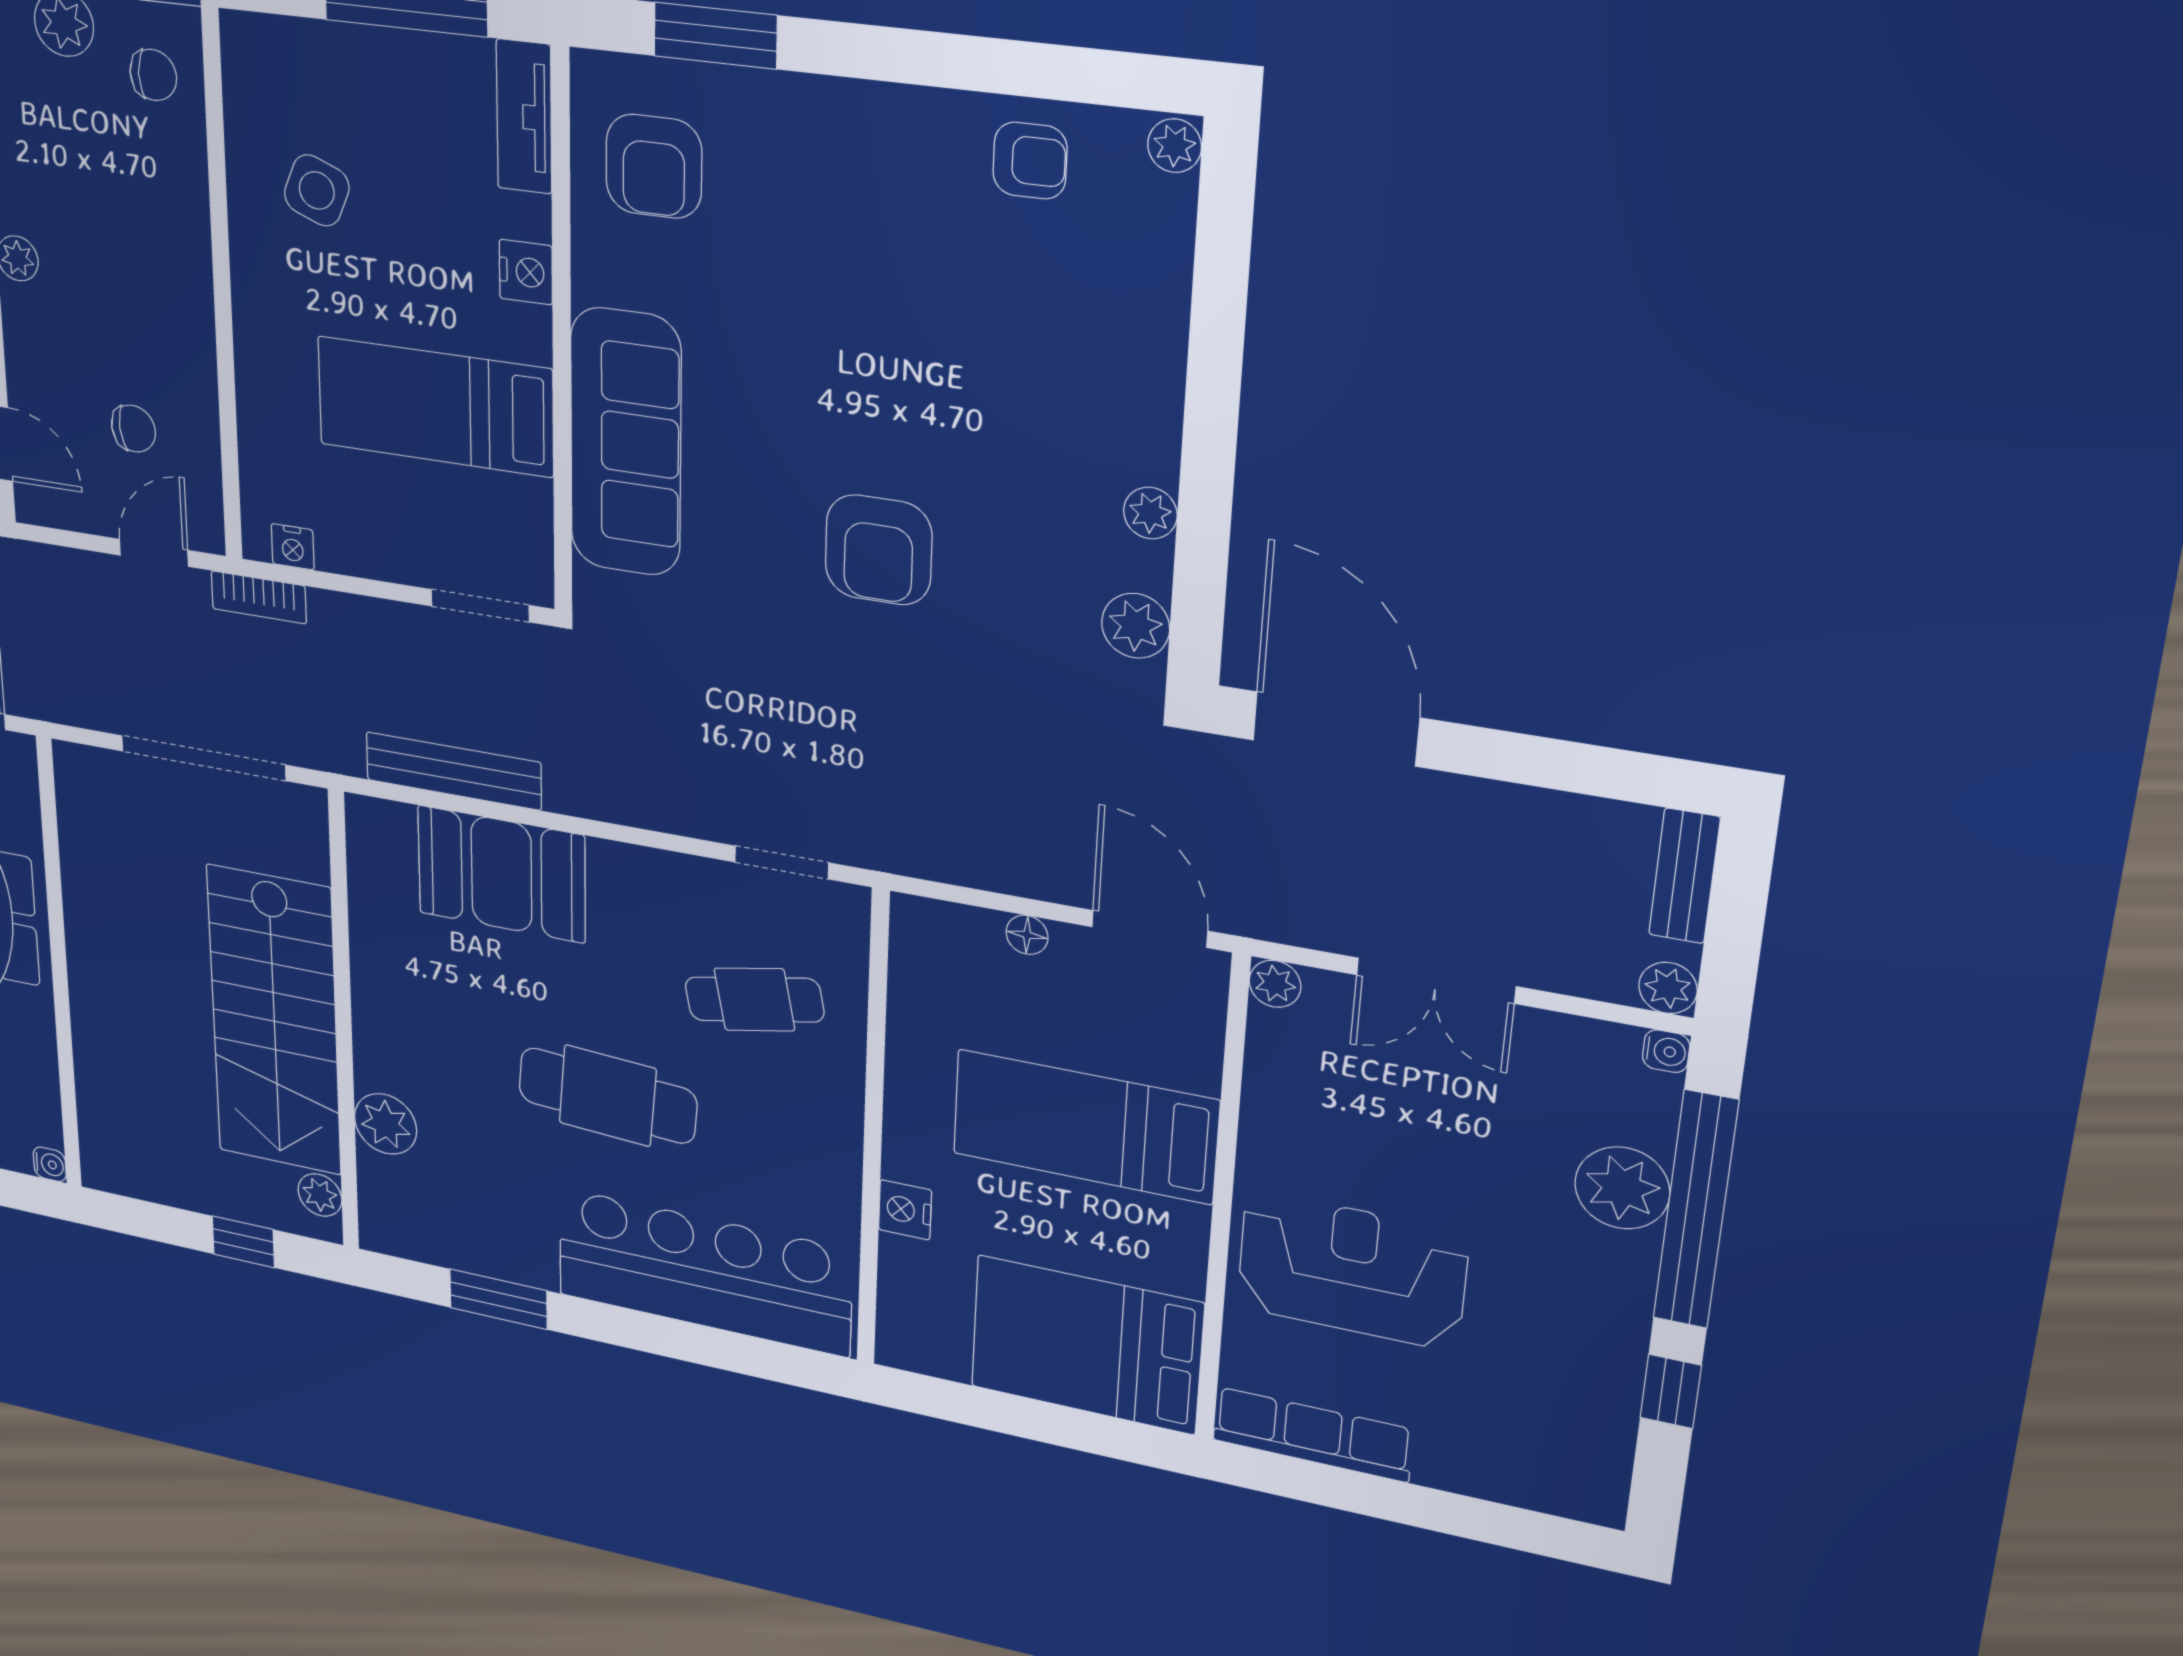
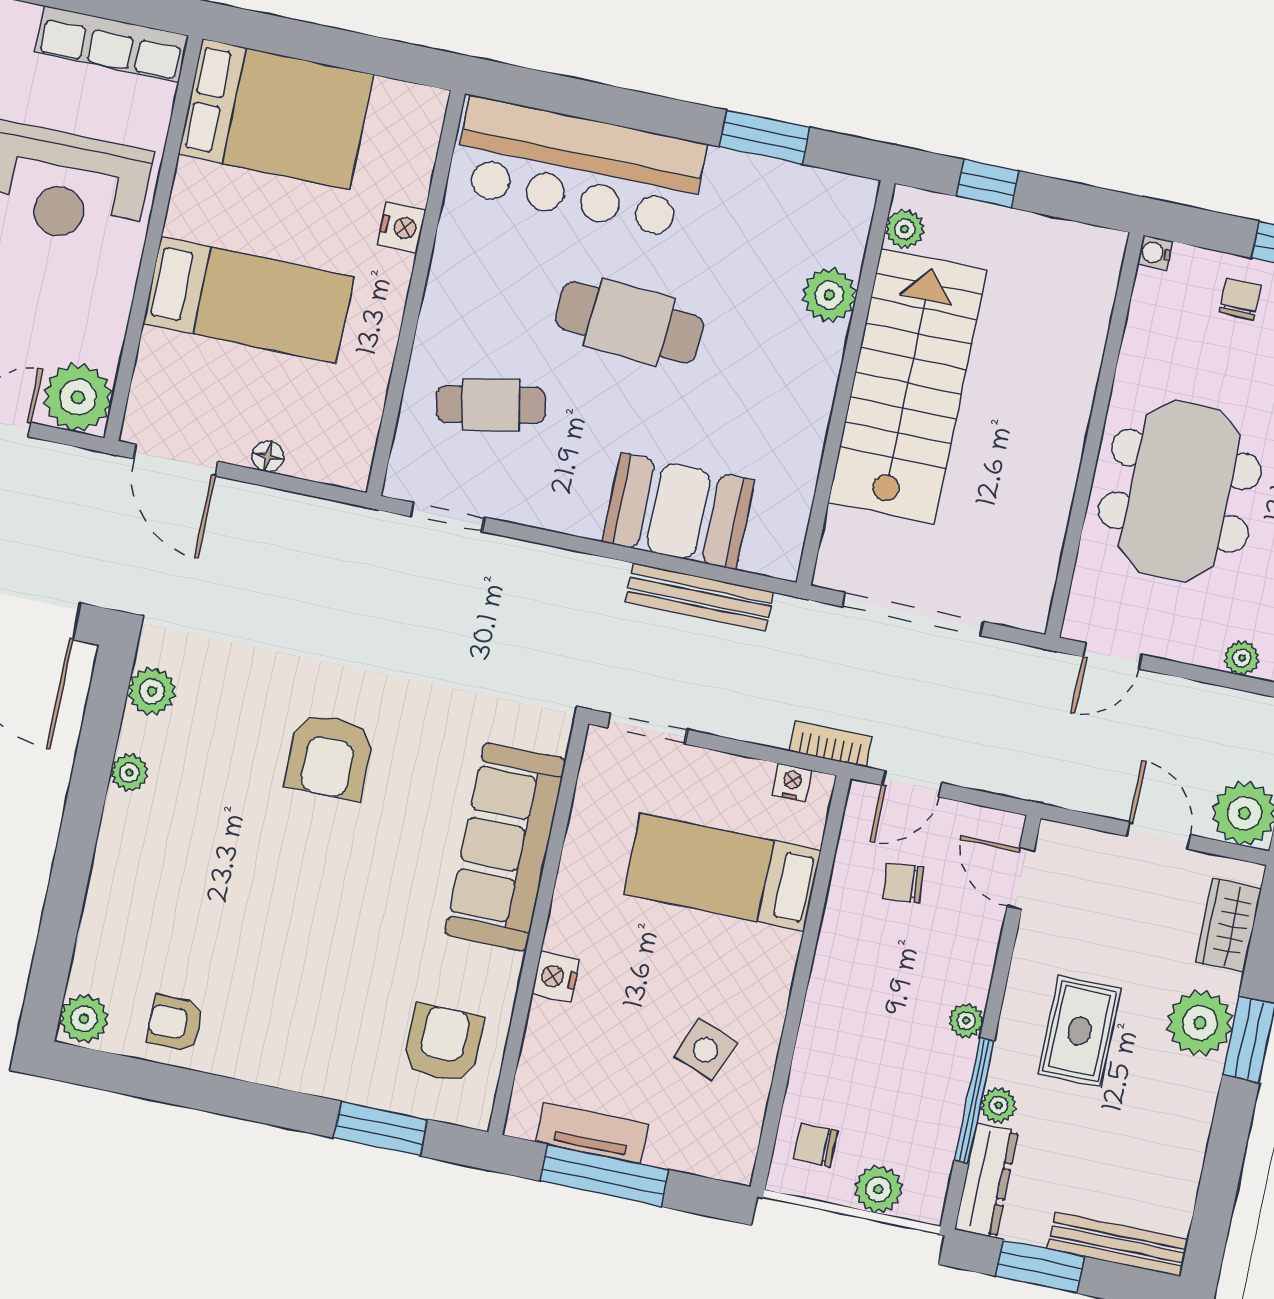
tv unit: (524, 117) -> (593, 1133), moved, turned -90
plant: (1175, 146) -> (84, 1019), width x1.38, depth x1.38
bed: (435, 407) -> (722, 872), moved, turned 180
armchair: (879, 550) -> (329, 756), turned 180
plant: (1275, 984) -> (78, 397), width x1.87, depth x1.87

